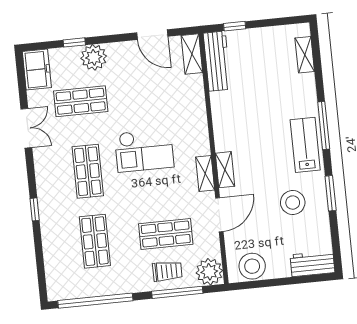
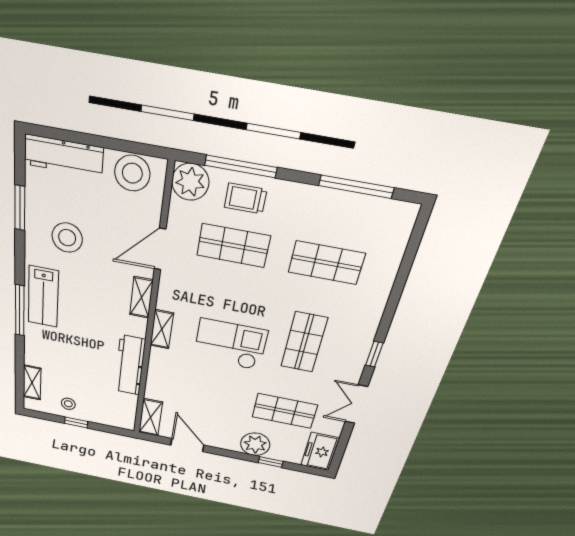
window: (235, 26) -> (76, 422), moved
stool: (269, 43) -> (68, 404), added
workbench: (217, 61) -> (130, 365), moved
shelving: (205, 174) -> (162, 329), moved
window: (331, 193) -> (20, 208), moved
window: (35, 209) -> (374, 354), moved
shop shelf: (95, 241) -> (326, 263), turned 90
workbench: (312, 264) -> (63, 156), width x1.38
window: (95, 301) -> (356, 187), width x0.68

